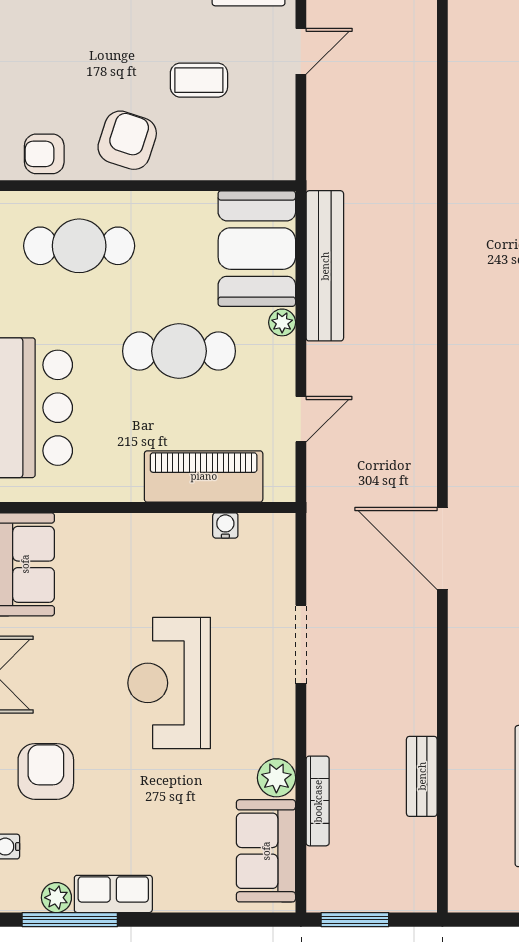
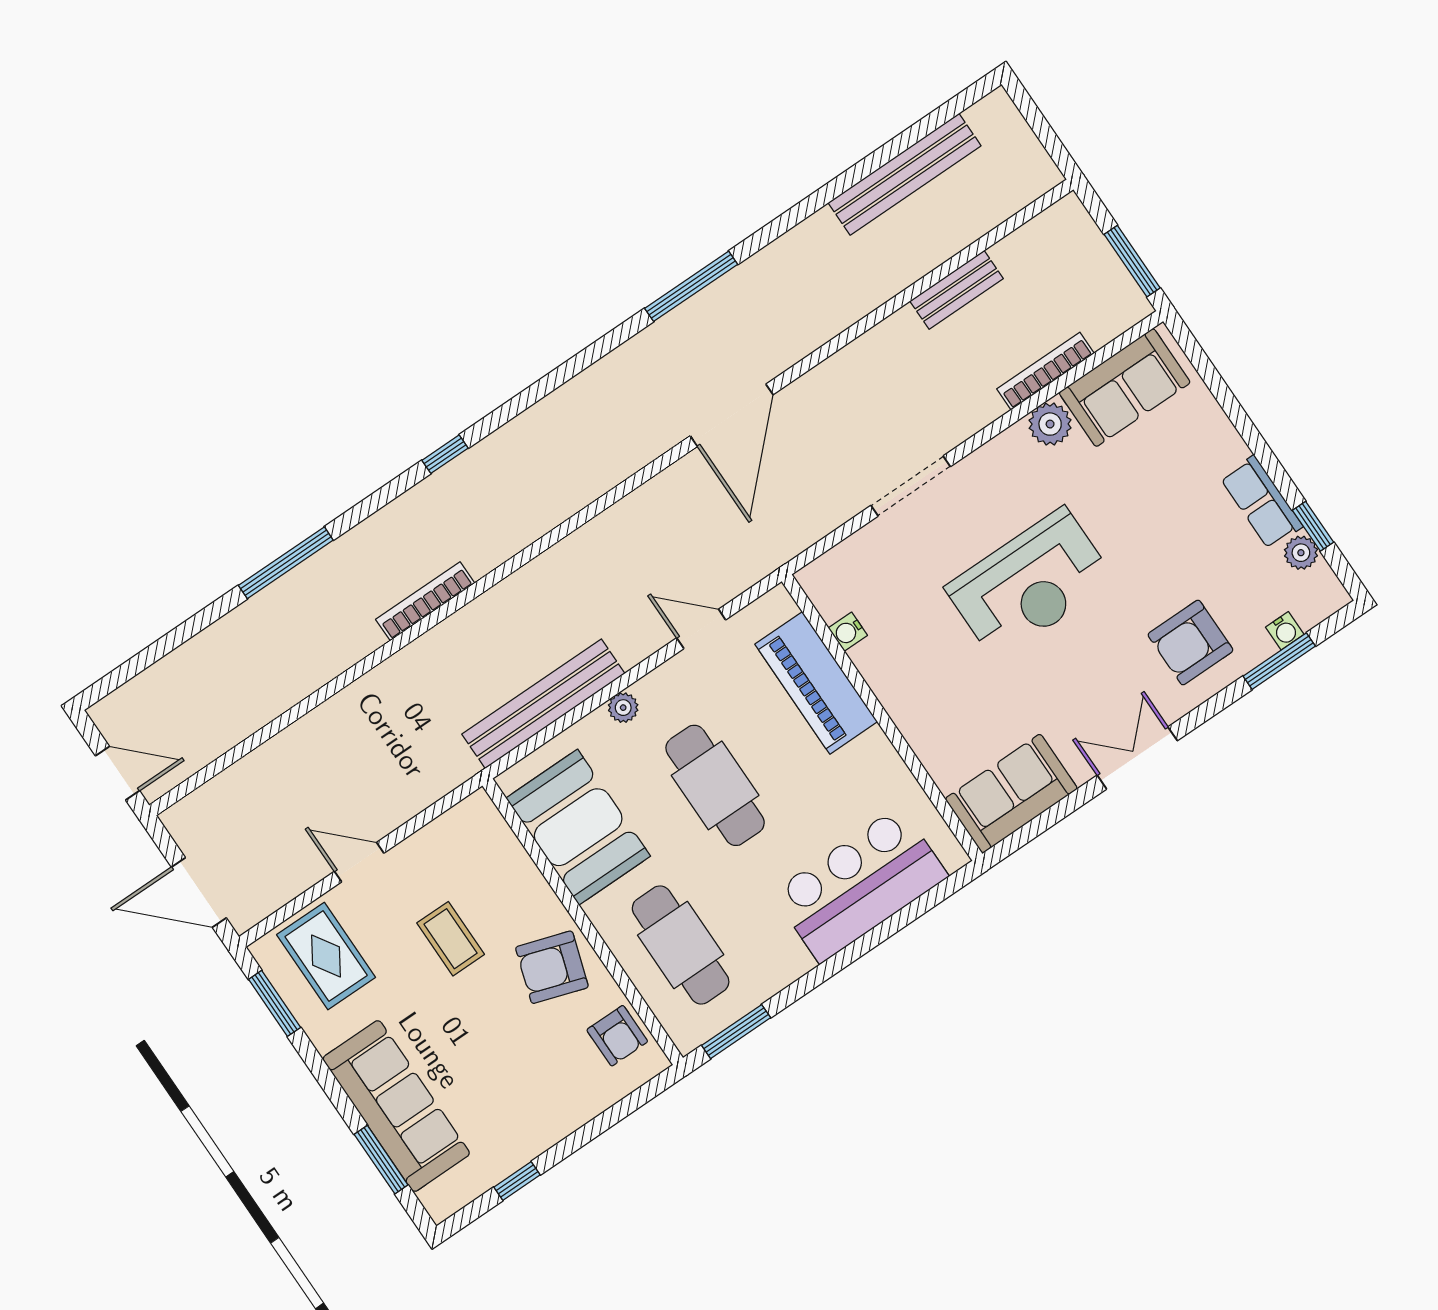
bookcase: (459, 230) -> (425, 601), added
booth: (257, 249) -> (578, 827), moved, turned 90
window: (70, 920) -> (1313, 526), width x0.46

